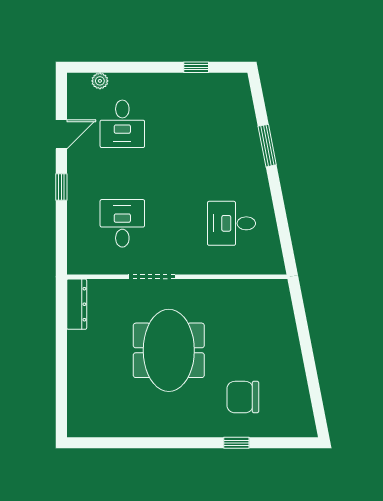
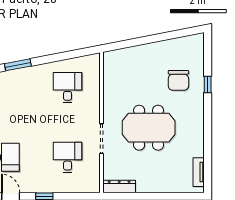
desk: (122, 223) -> (68, 157), turned 90
desk: (232, 223) -> (68, 88), turned 180
tv unit: (99, 429) -> (199, 172), added

